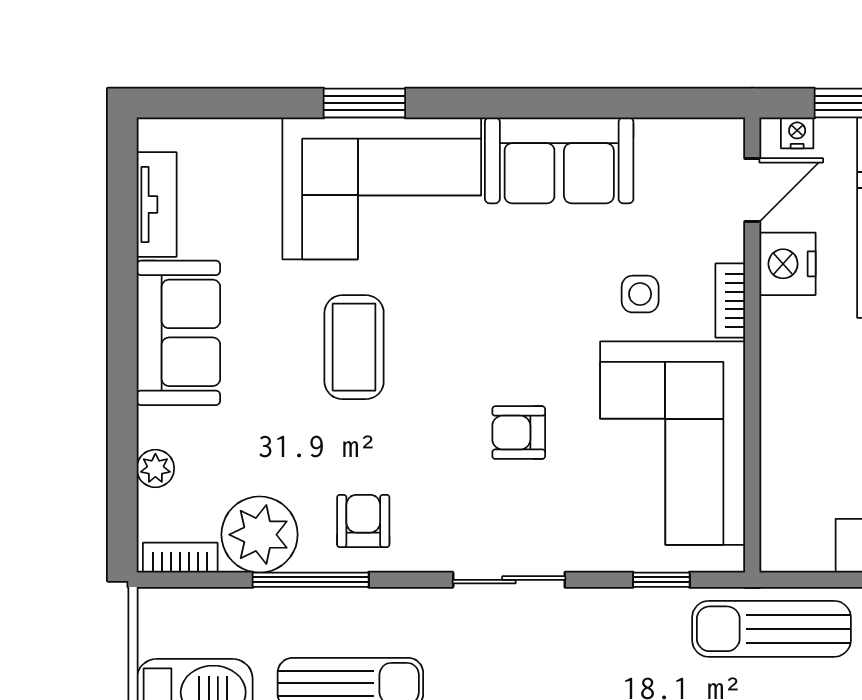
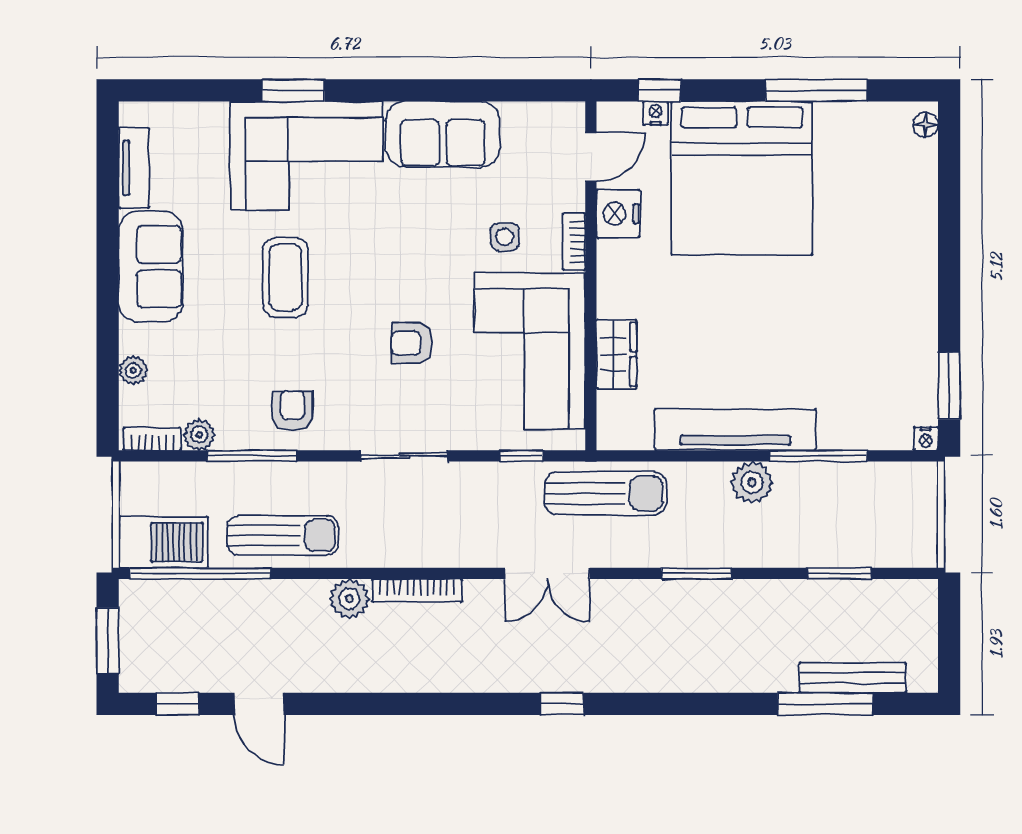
nightstand: (797, 133) -> (656, 113), moved
wardrobe: (786, 447) -> (616, 354), added
plant: (260, 535) -> (199, 435), width x0.53, depth x0.53
sun lounger: (771, 629) -> (606, 493), turned 180

